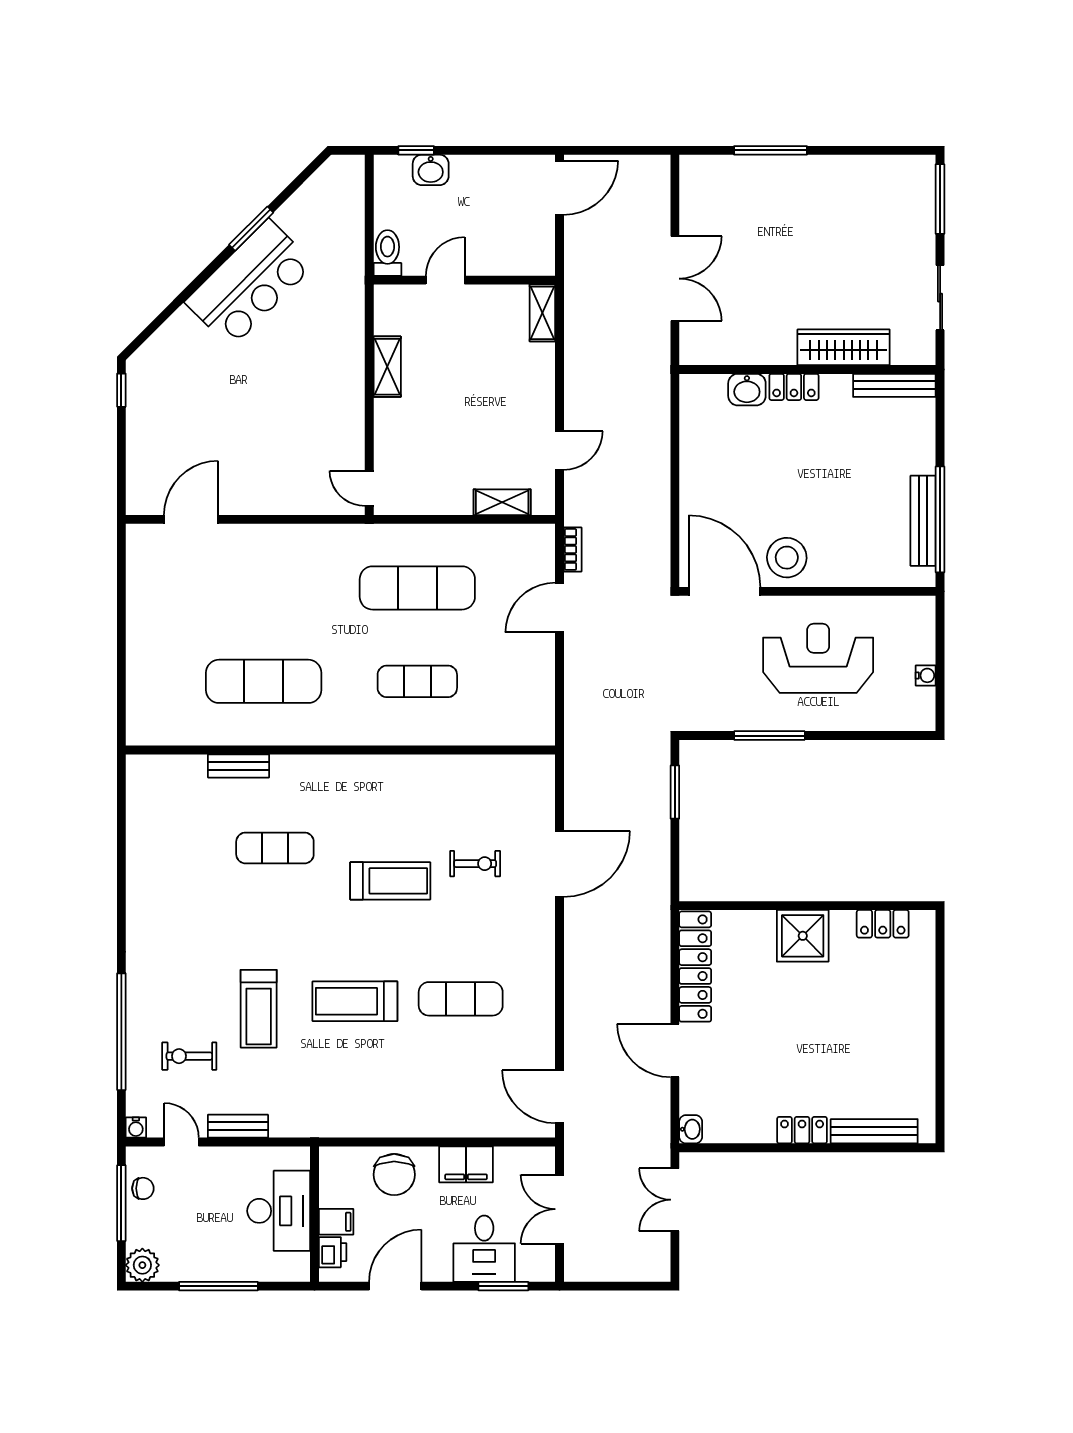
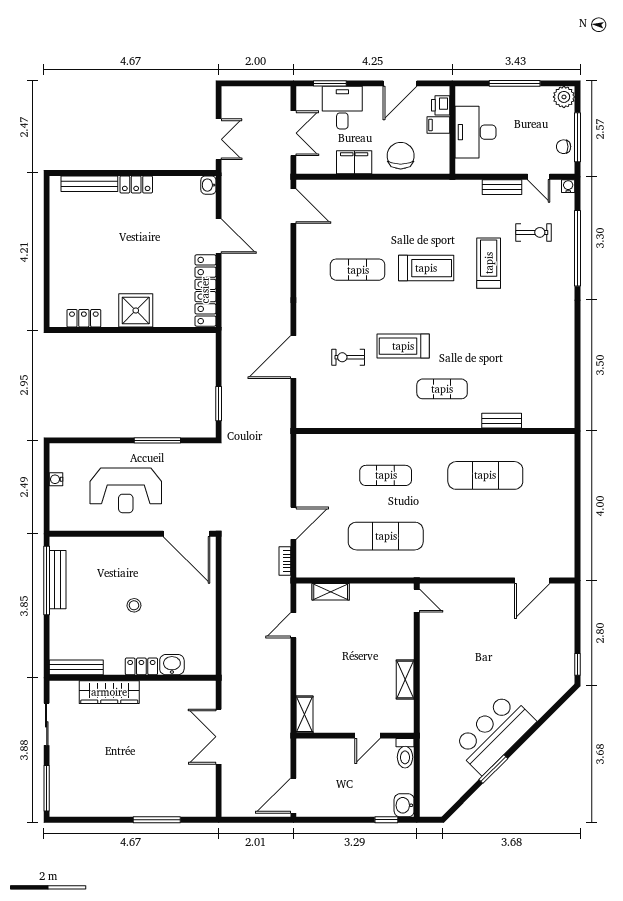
washbasin: (431, 170) -> (404, 805), moved, turned -90
stool: (787, 558) -> (134, 605), moved, width x0.53, depth x0.53
exercise mat: (275, 848) -> (442, 389), moved

